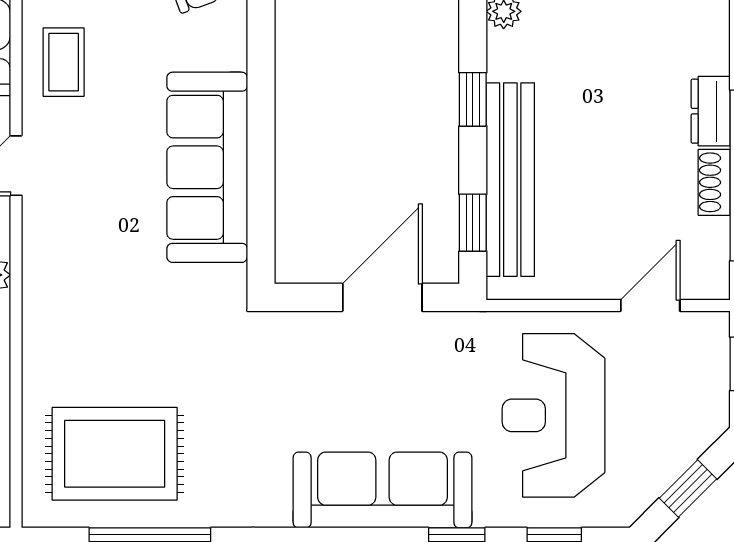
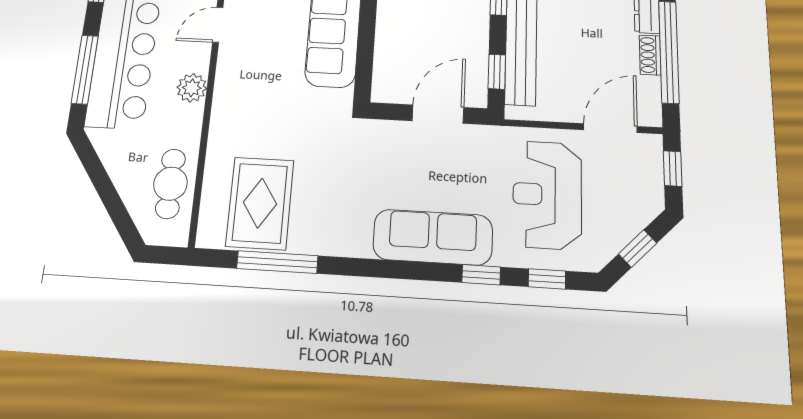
door: (650, 305) -> (610, 128), width x1.38
rug: (115, 454) -> (260, 203), turned 90

